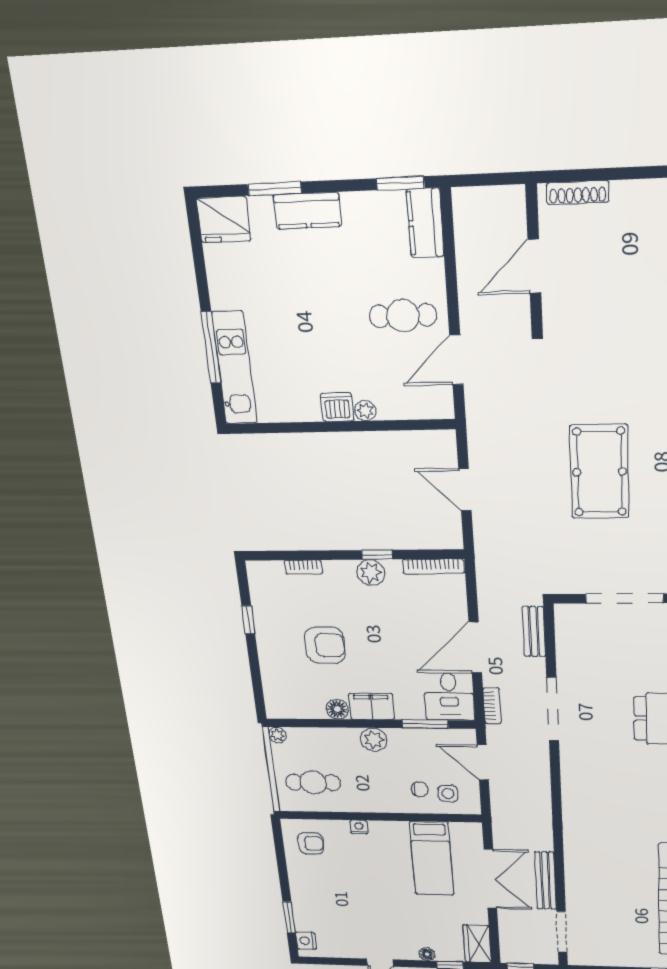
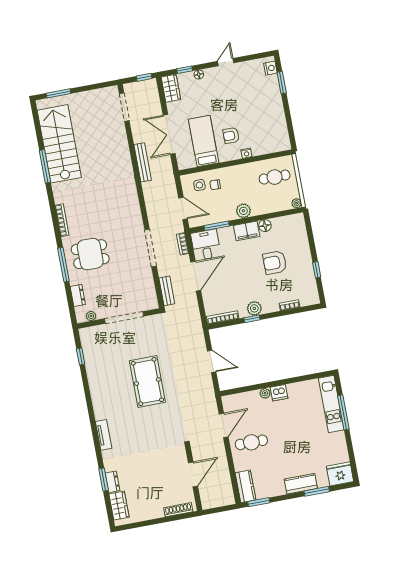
armchair: (311, 843) -> (231, 135), moved
bench: (546, 881) -> (143, 162), moved

